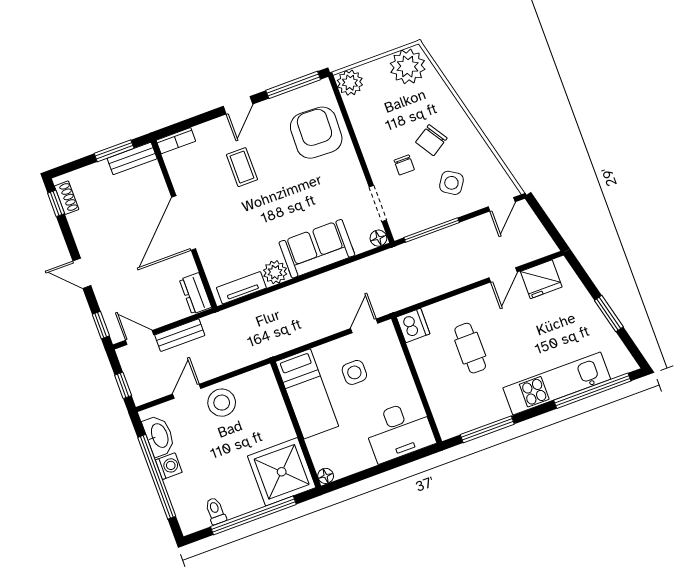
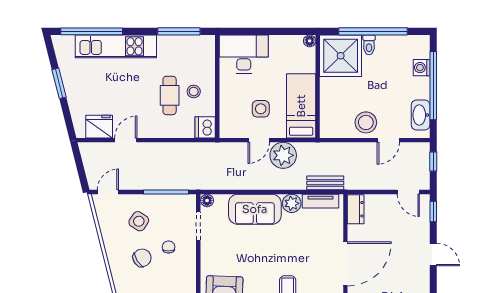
plant: (307, 326) -> (283, 155), added
door: (364, 326) -> (259, 140), moved
bench: (180, 335) -> (325, 183), moved
stool: (443, 364) -> (194, 91), added
washing machine: (169, 466) -> (422, 68), moved
toilet: (216, 511) -> (369, 45), moved

